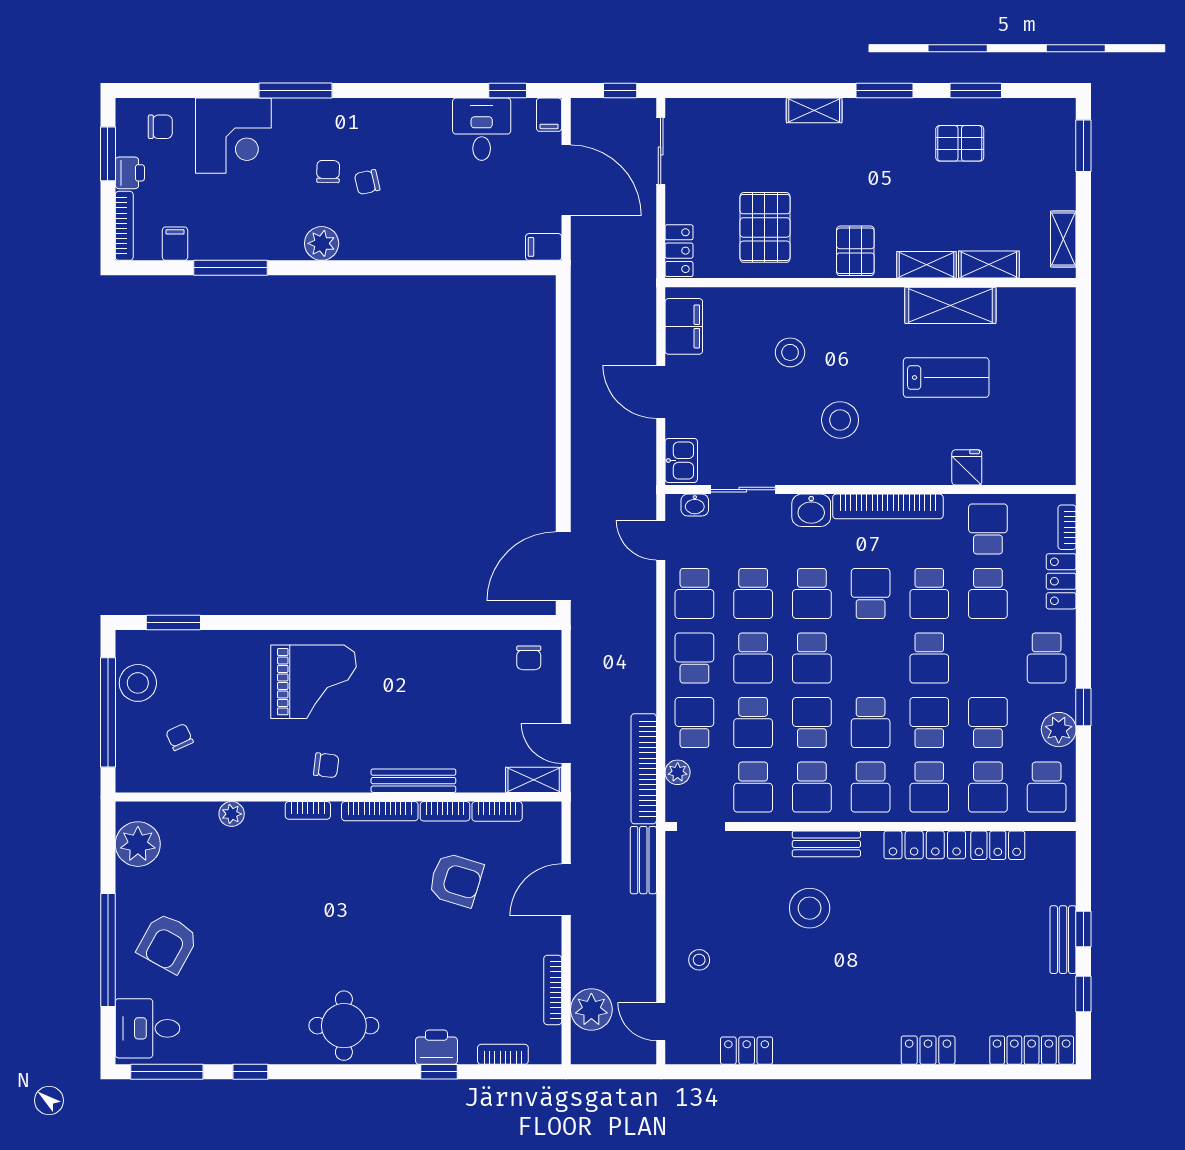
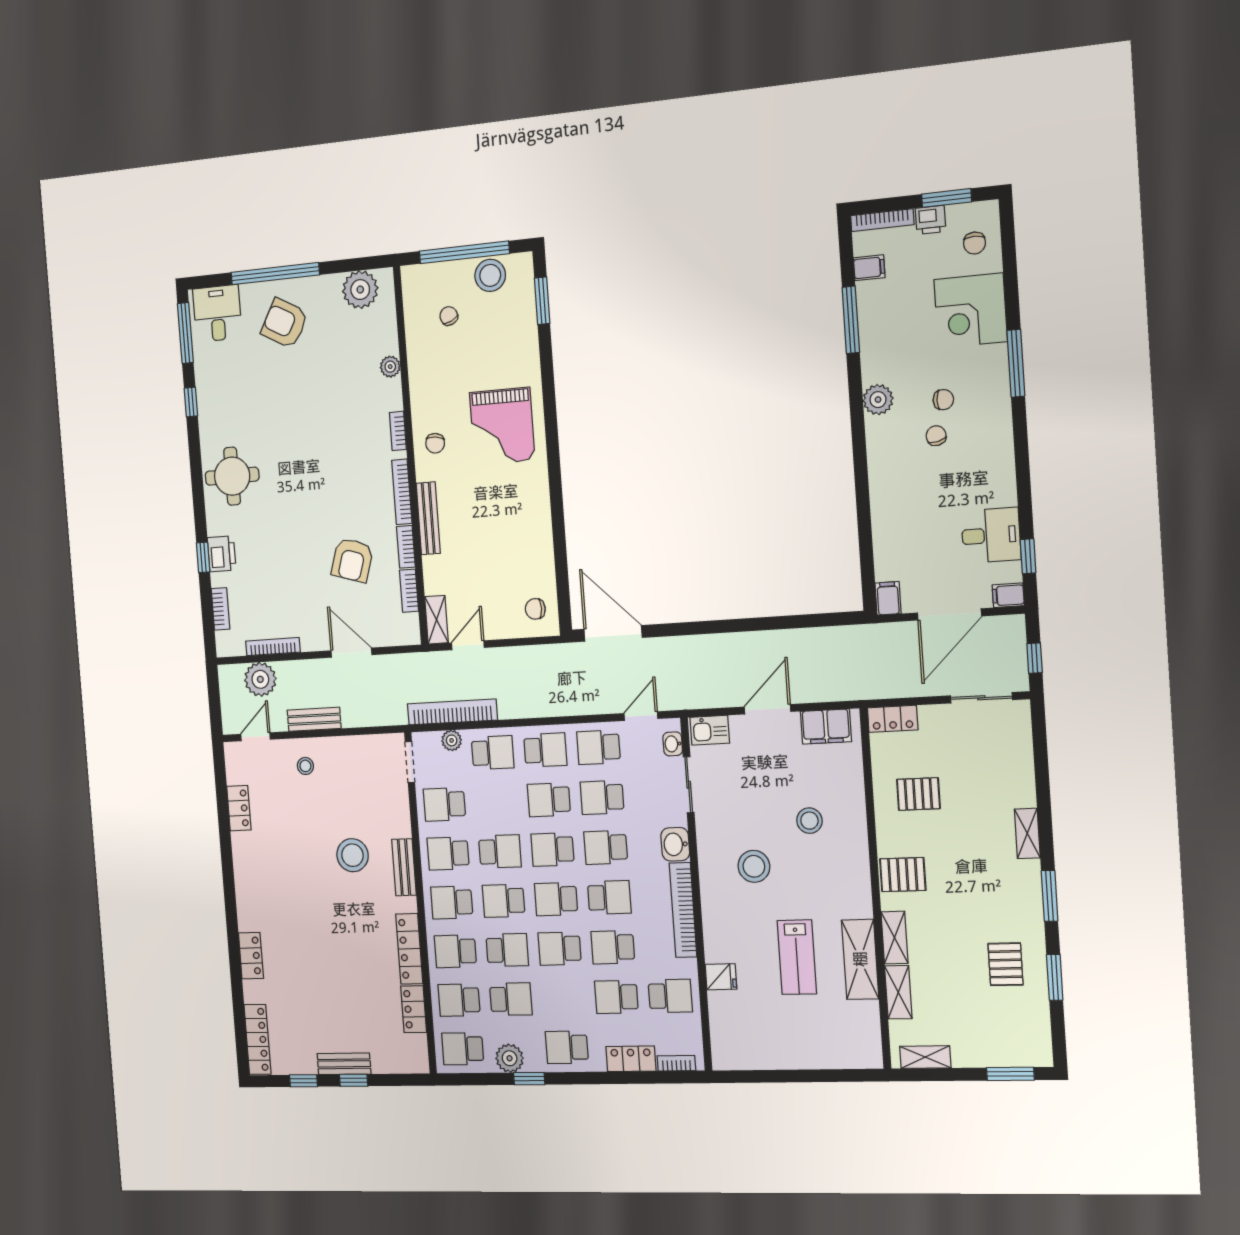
pallet: (765, 227) -> (918, 794), width x0.67, depth x0.71
school desk: (753, 723) -> (556, 899), moved
chair: (179, 737) -> (449, 316), turned -89
bench: (643, 860) -> (314, 719), moved

